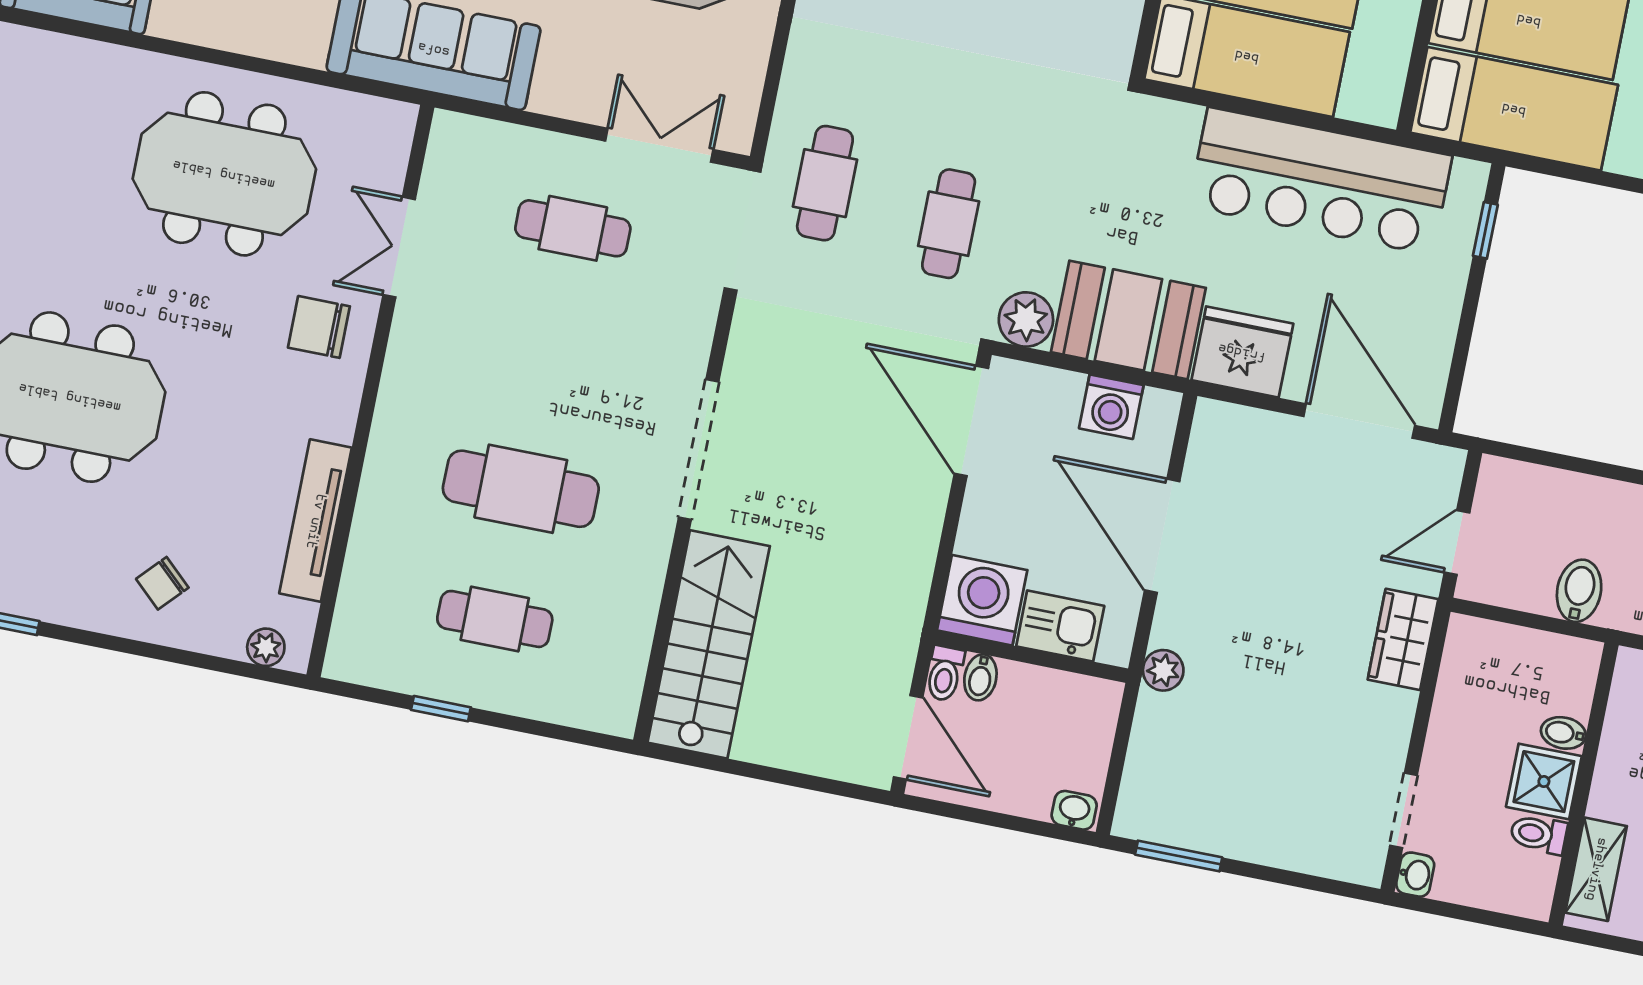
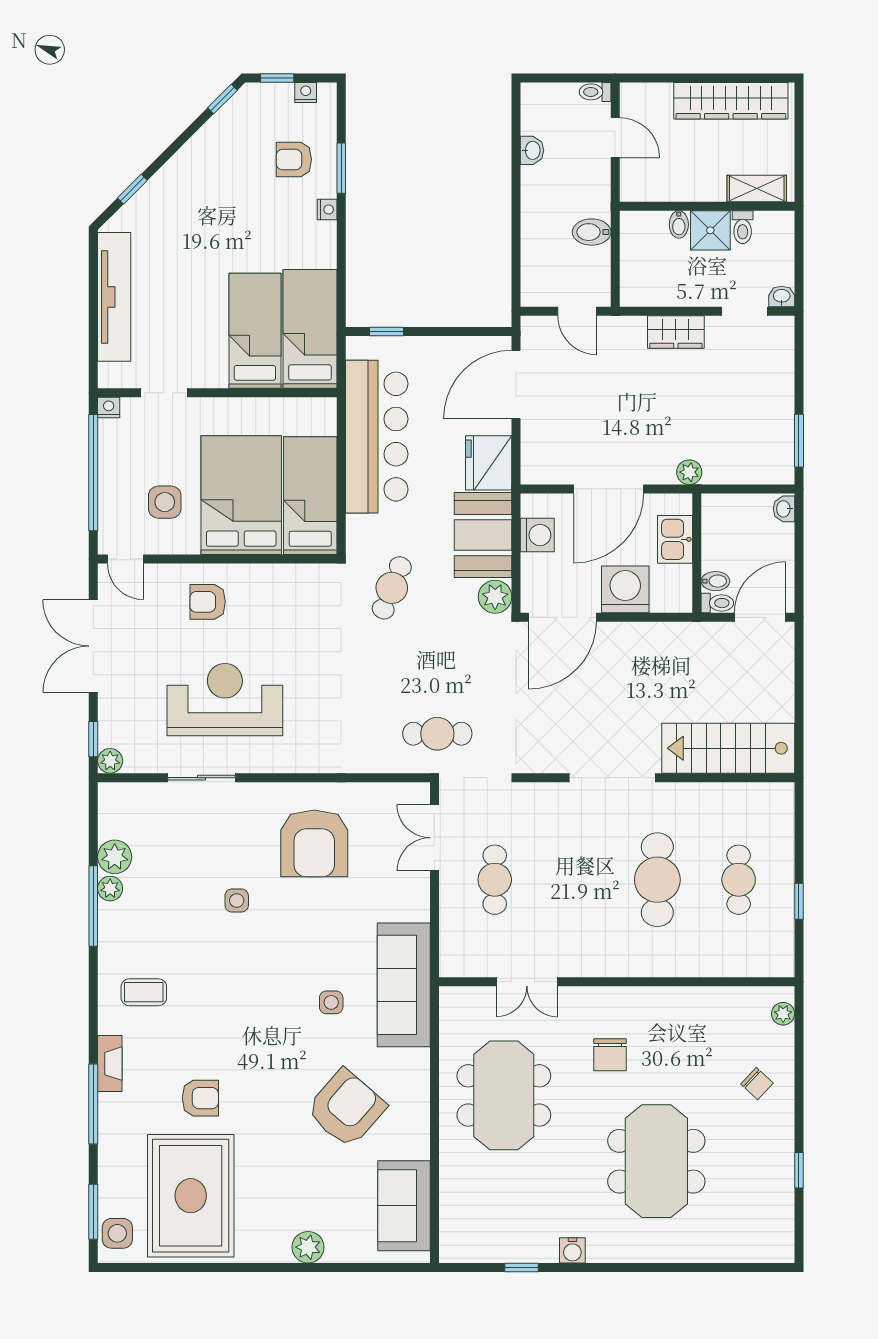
cafe table: (949, 224) -> (392, 588), moved, turned -68
chair: (319, 327) -> (610, 1055), moved
tv unit: (315, 521) -> (701, 999), removed
washing machine: (982, 600) -> (625, 589), moved, turned 90
wardrobe: (1403, 639) -> (676, 332), moved

